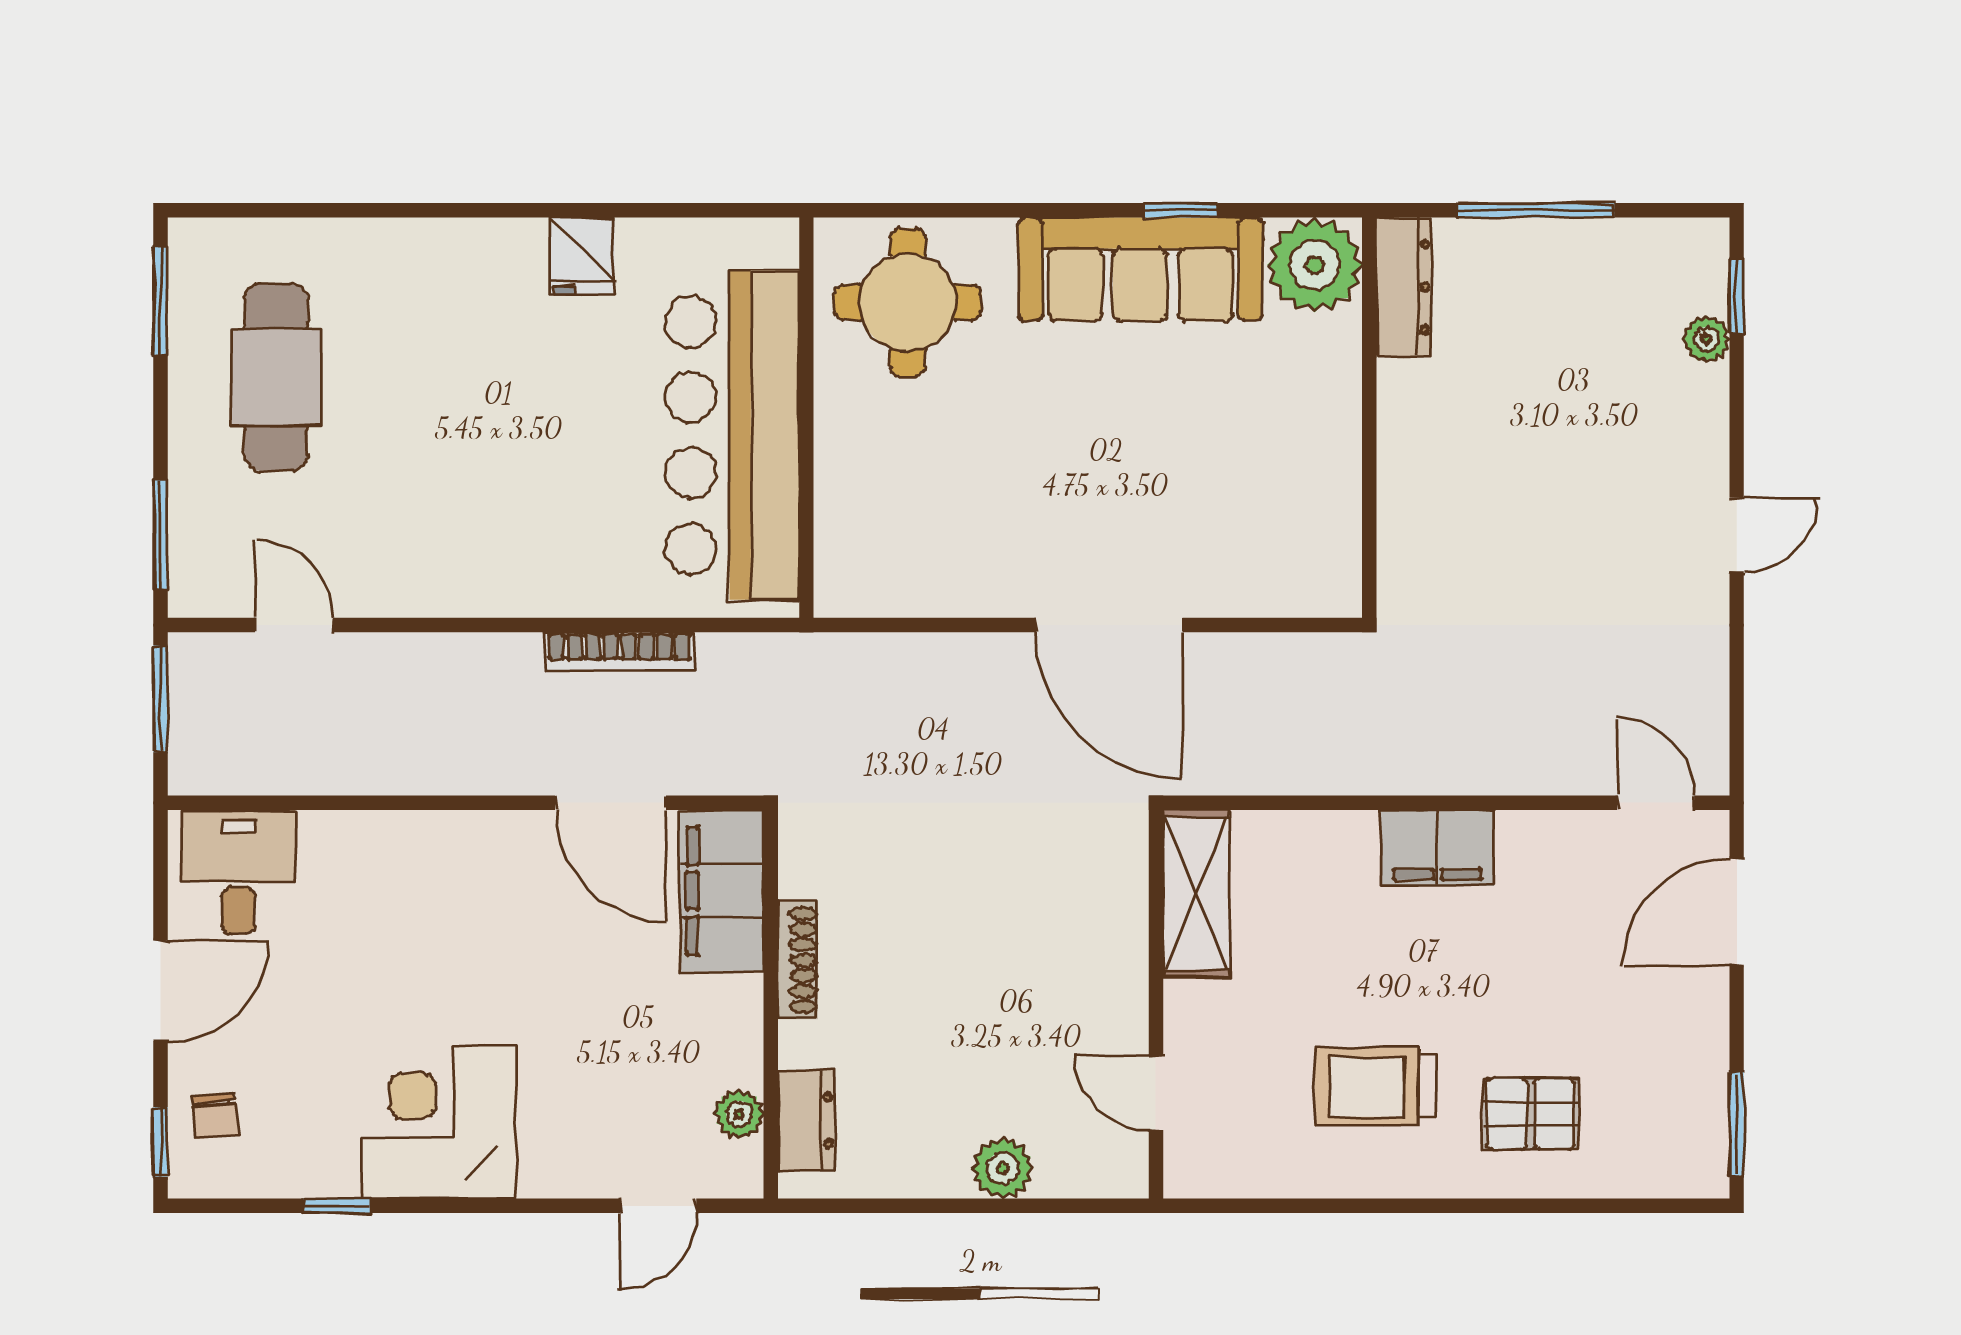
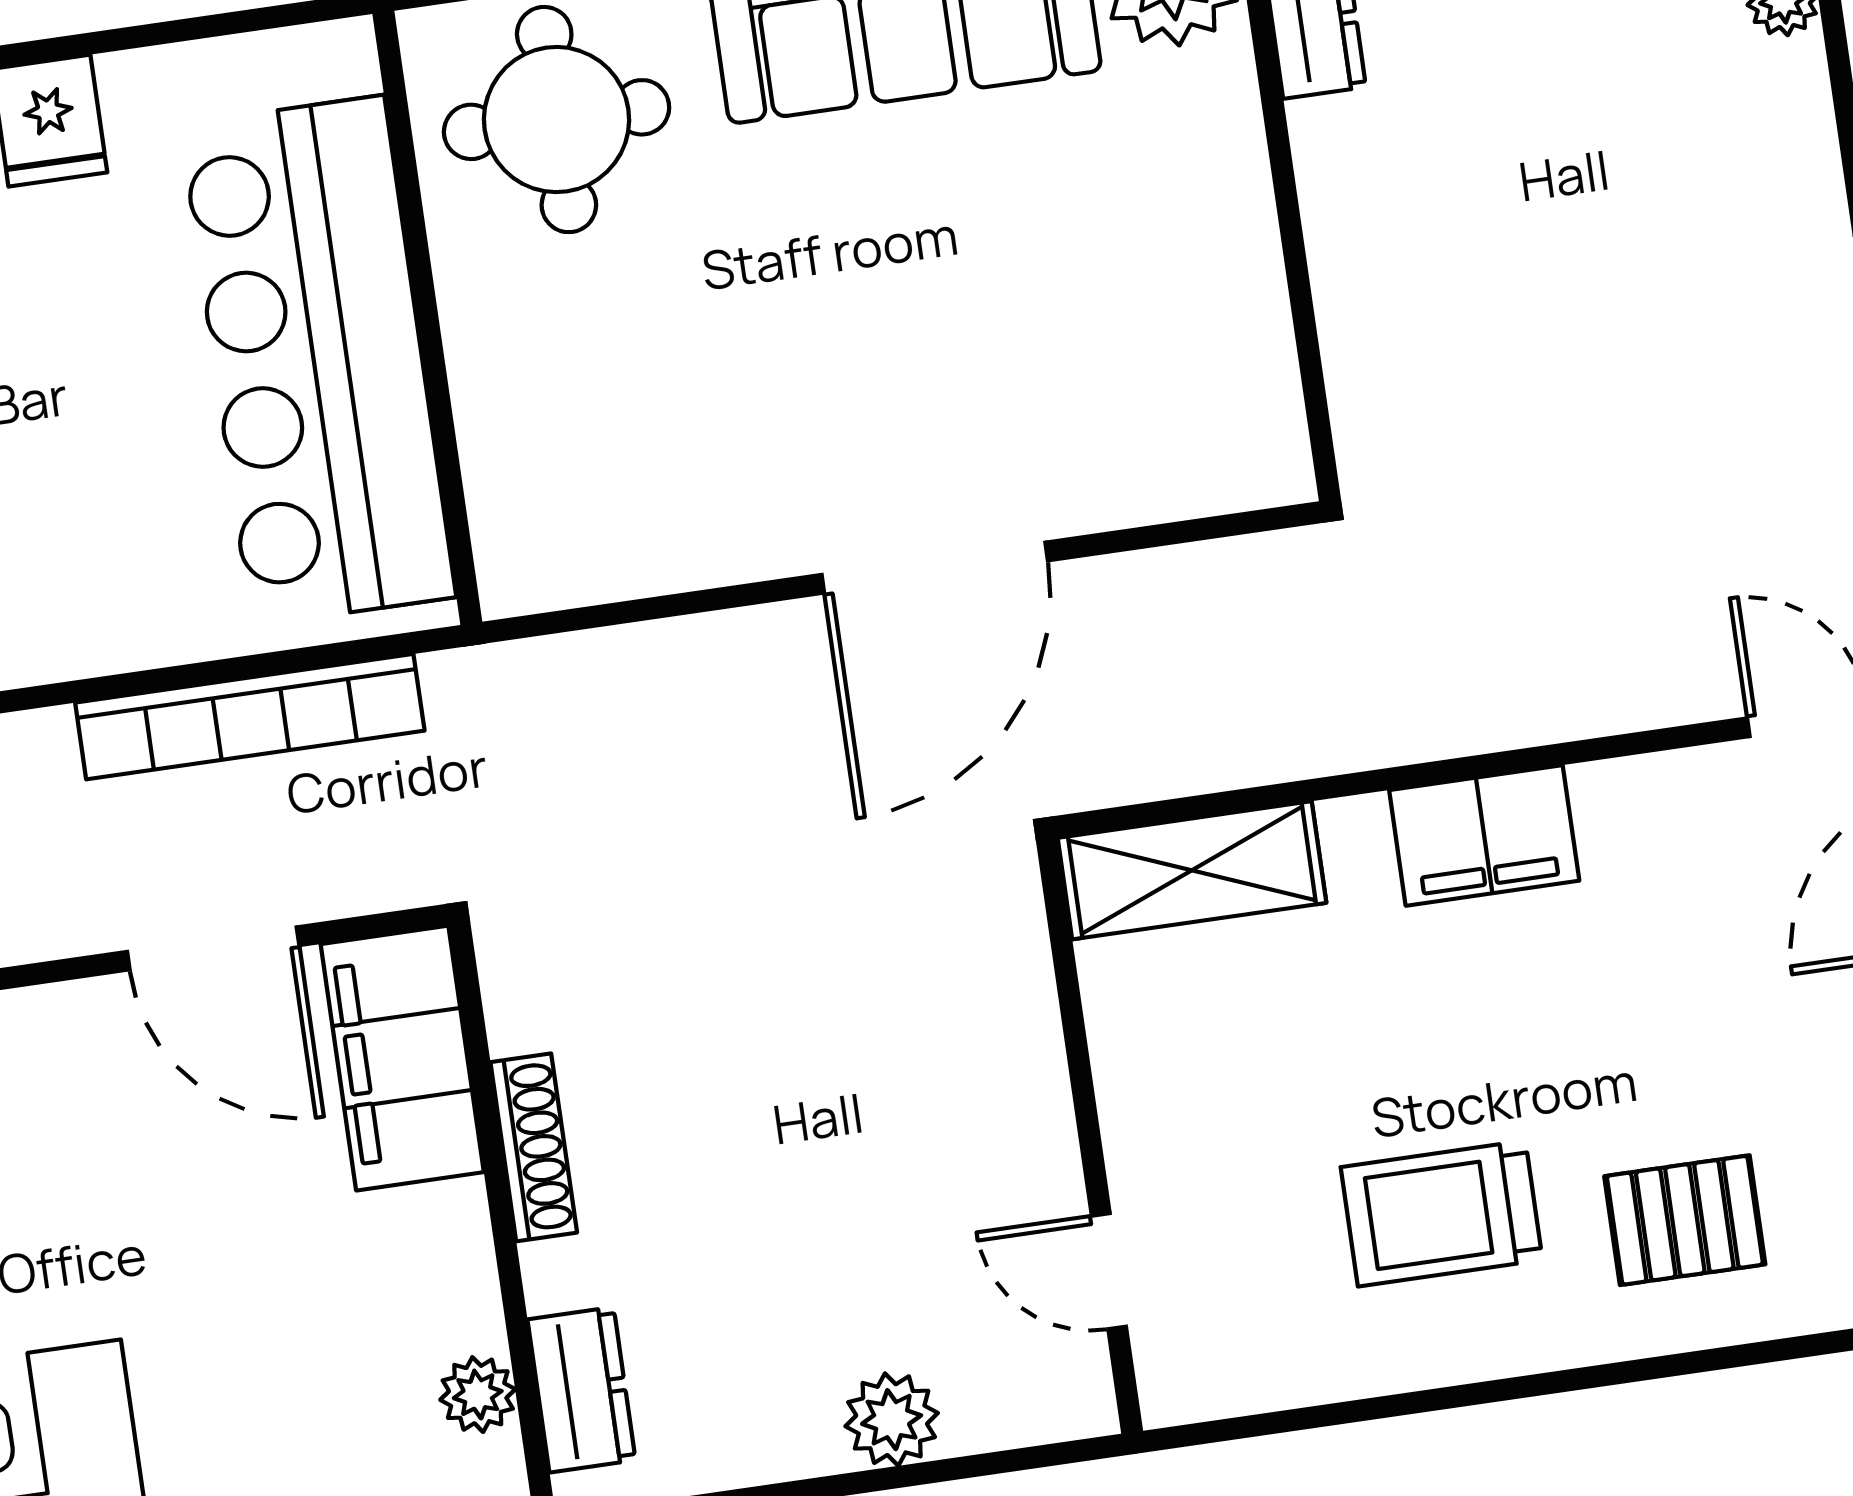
door: (1109, 625) -> (935, 568), hinge flipped
bookcase: (620, 651) -> (250, 717), width x1.48, depth x1.31
shelving: (1196, 893) -> (1192, 870), moved, turned 90

